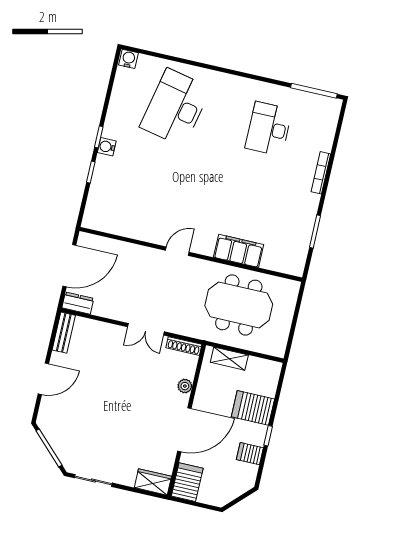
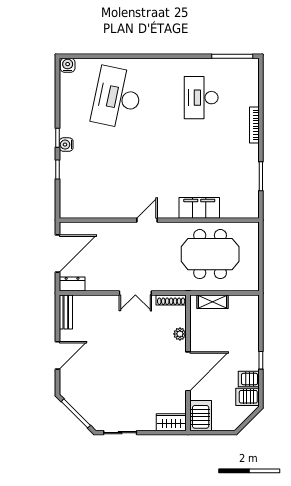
server rack: (253, 408) -> (247, 397), moved, width x0.73, depth x0.70

